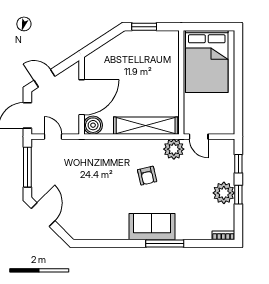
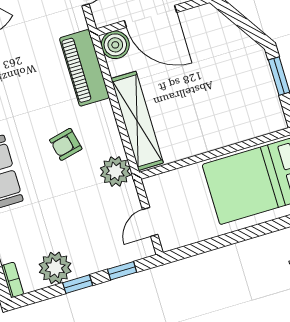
door: (199, 137) -> (150, 222), moved
piano: (102, 149) -> (84, 68), added
plant: (224, 193) -> (55, 268), moved

